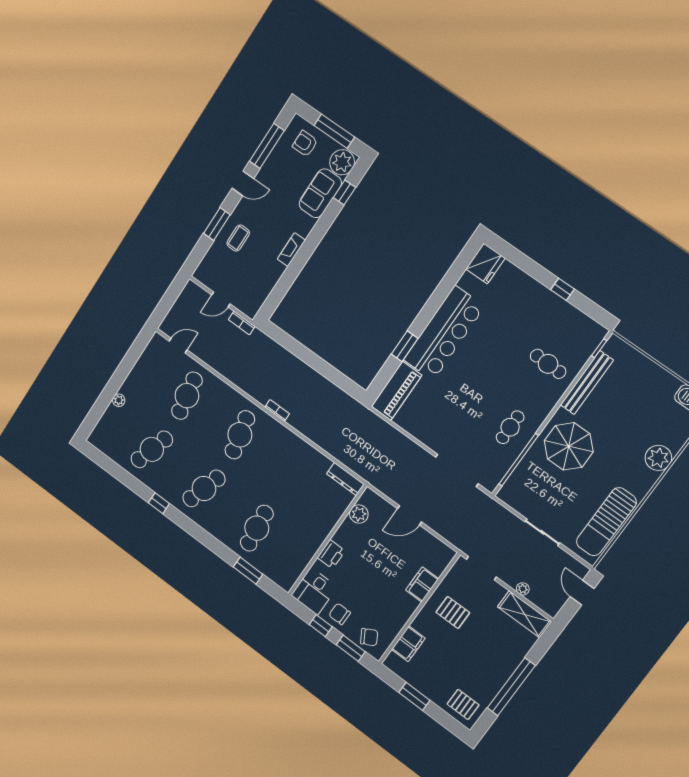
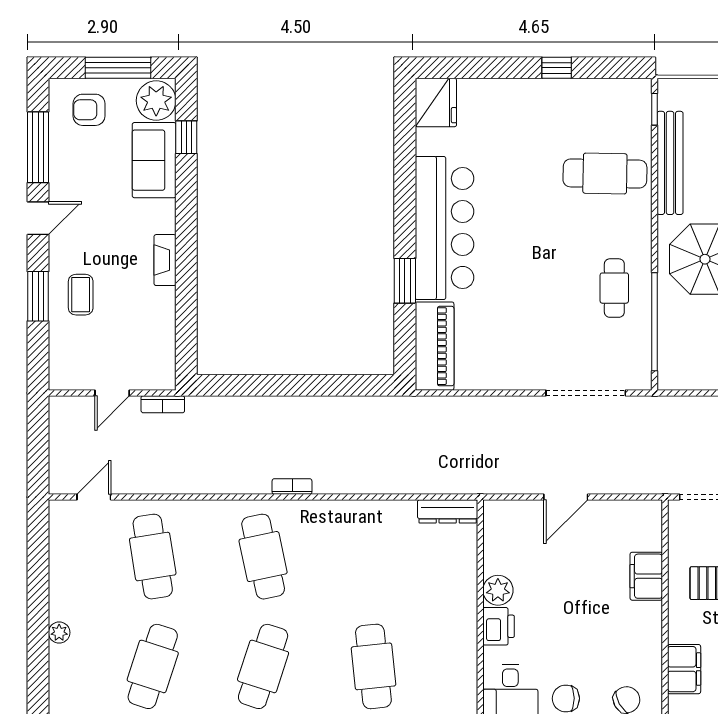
cafe table: (548, 364) -> (605, 174), width x1.37, depth x1.35
plant: (359, 514) -> (498, 590), moved

